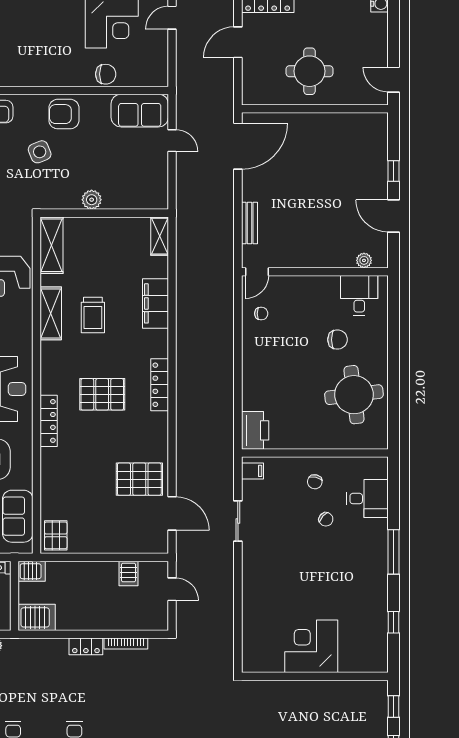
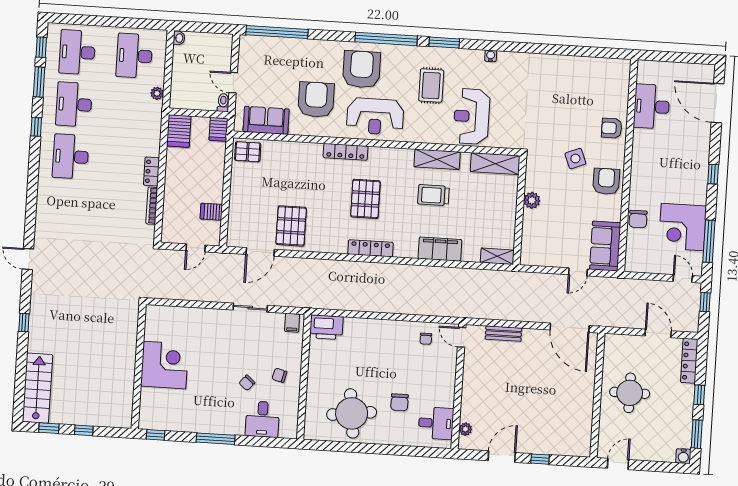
corner desk: (311, 646) -> (164, 365), moved
wall: (315, 676) -> (139, 366), moved

